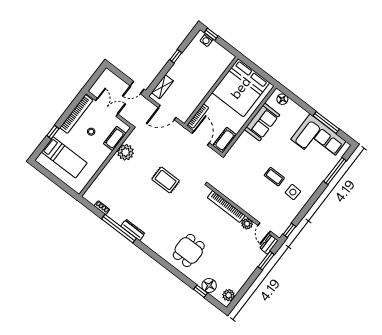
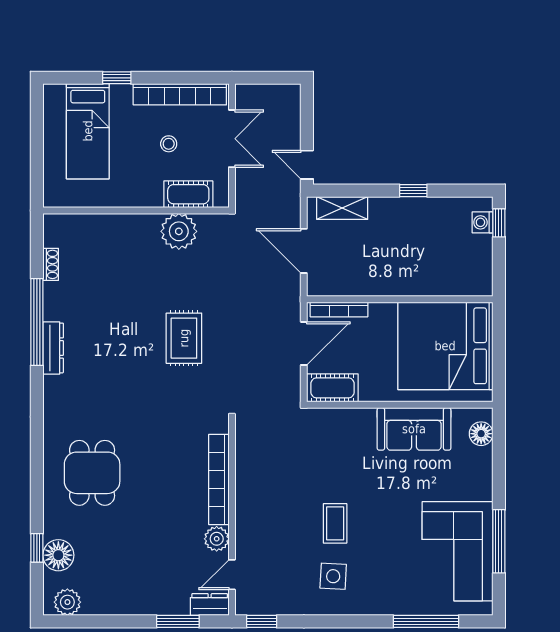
dining table: (189, 250) -> (92, 473), turned 90

